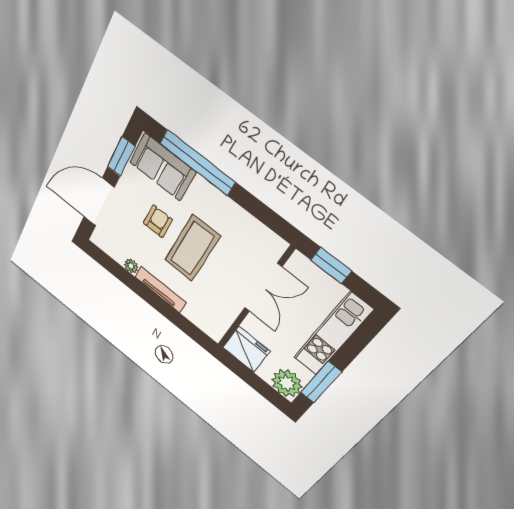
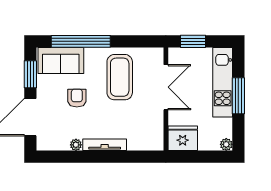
coffee table: (192, 248) -> (120, 77), moved
window: (321, 382) -> (238, 96), moved
plant: (287, 383) -> (226, 144), width x0.53, depth x0.53

